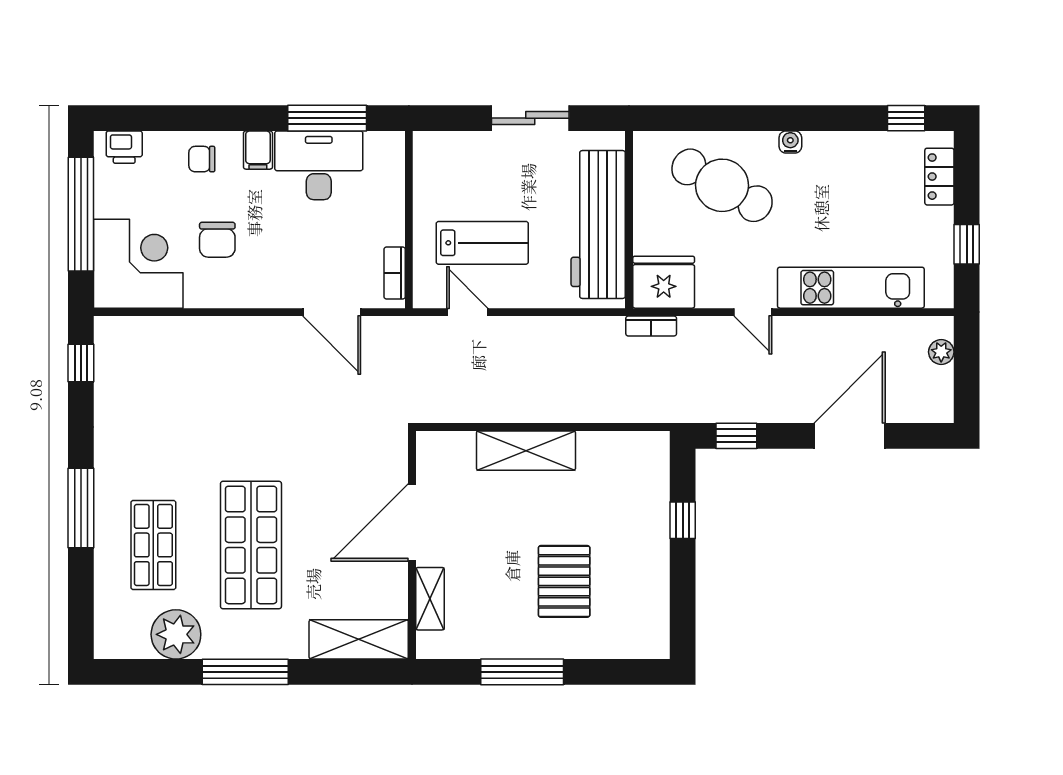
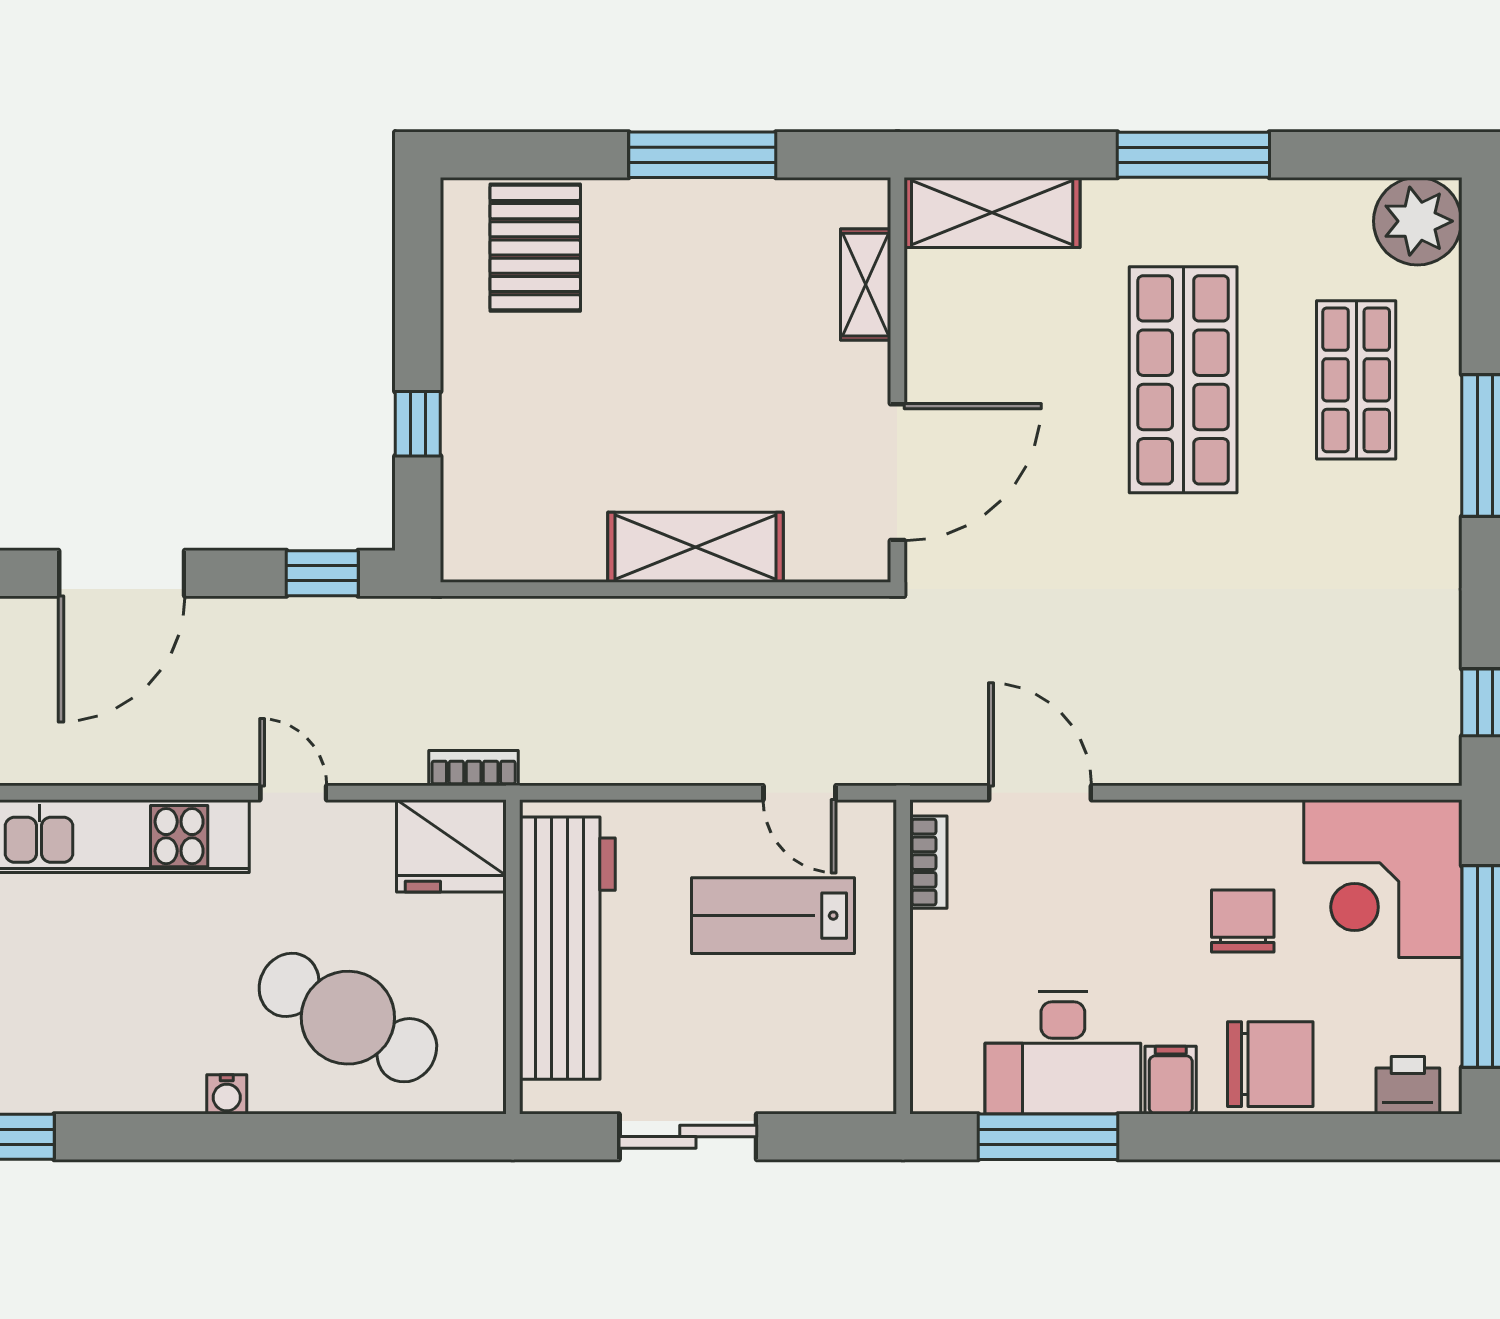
chair: (202, 159) -> (1270, 1064), width x1.87, depth x1.87
door: (412, 522) -> (897, 472), moved
pallet: (564, 581) -> (535, 248), moved
plant: (176, 634) -> (1418, 221), moved

